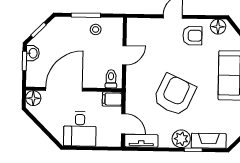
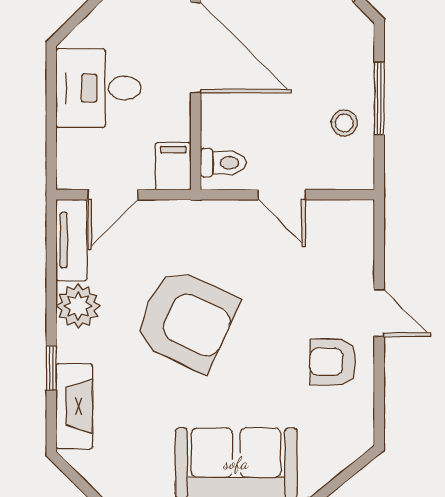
floor lamp: (218, 27) -> (356, 425), removed
armchair: (192, 36) -> (333, 362), turned 90
plant: (181, 139) -> (78, 306), moved

